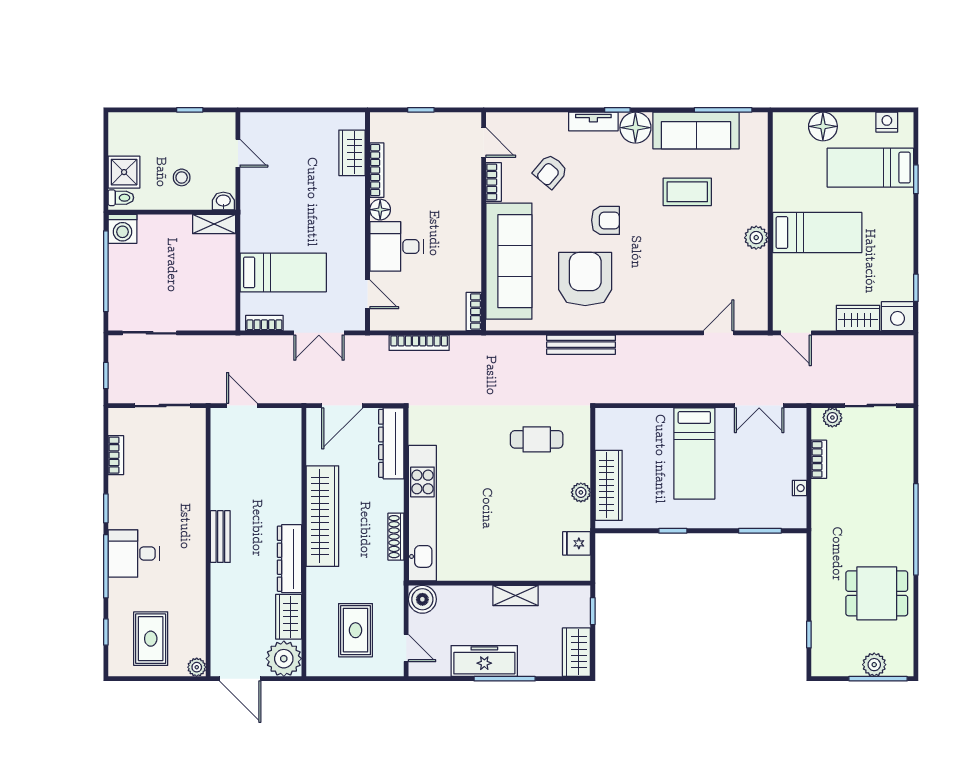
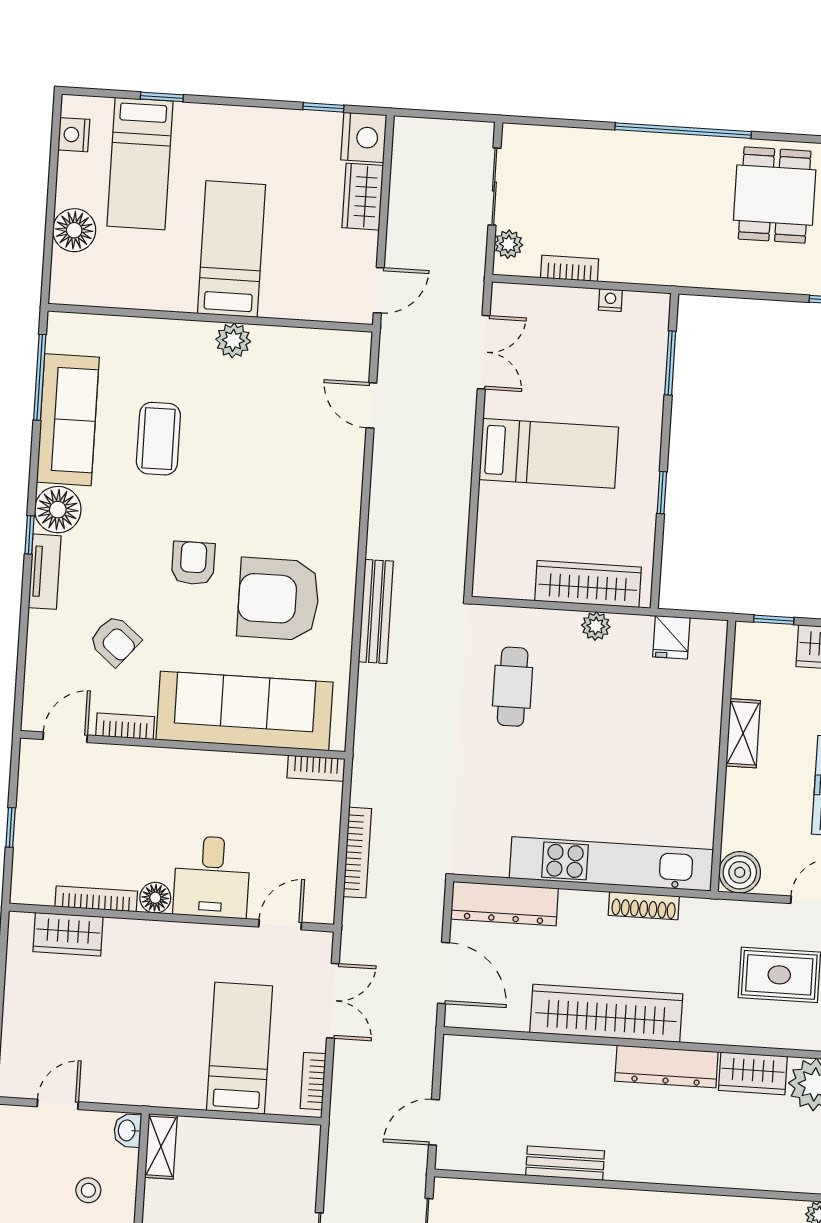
bench: (220, 537) -> (565, 1163), moved

